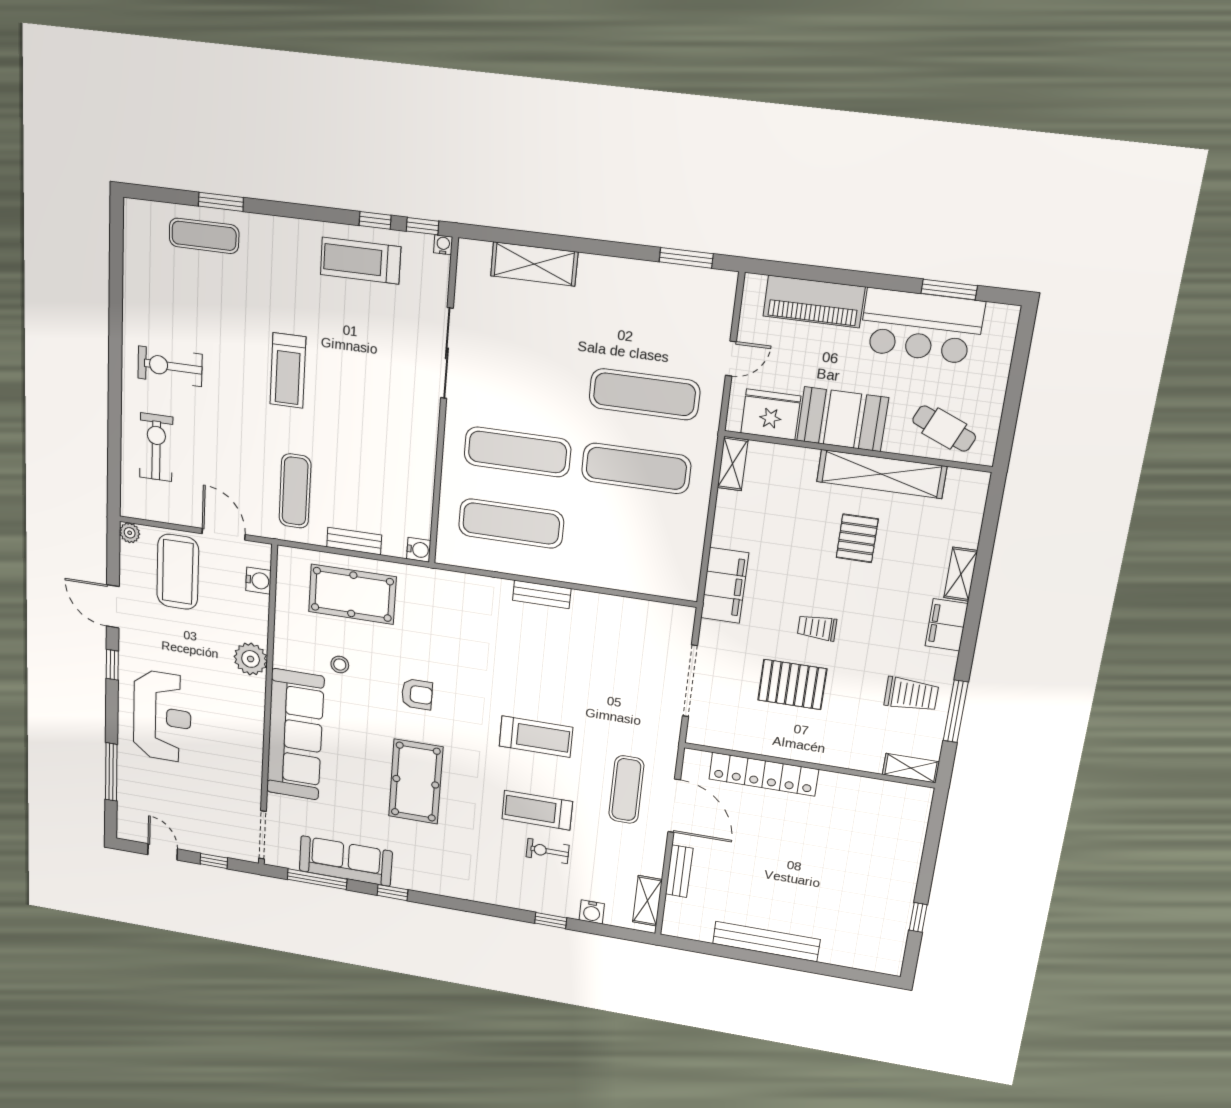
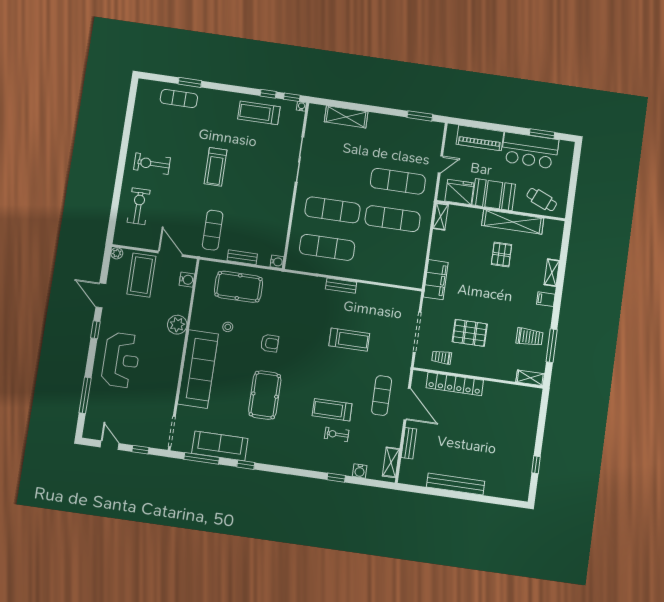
filing cabinet: (947, 625) -> (546, 299), width x0.50
trolley: (817, 628) -> (442, 357), moved
treadmill: (536, 737) -> (349, 340), moved

